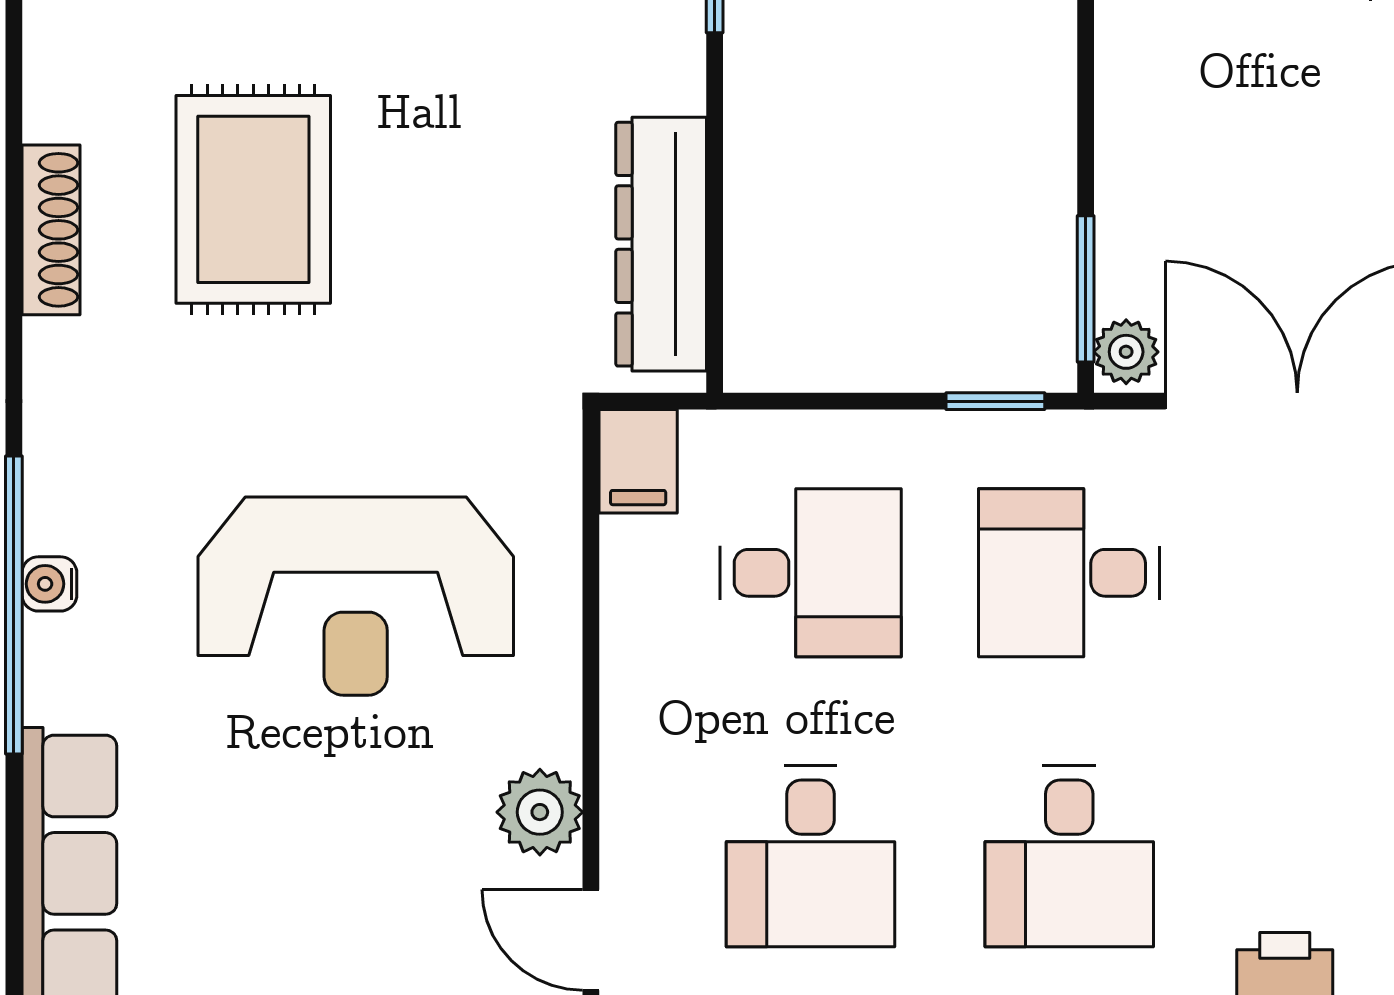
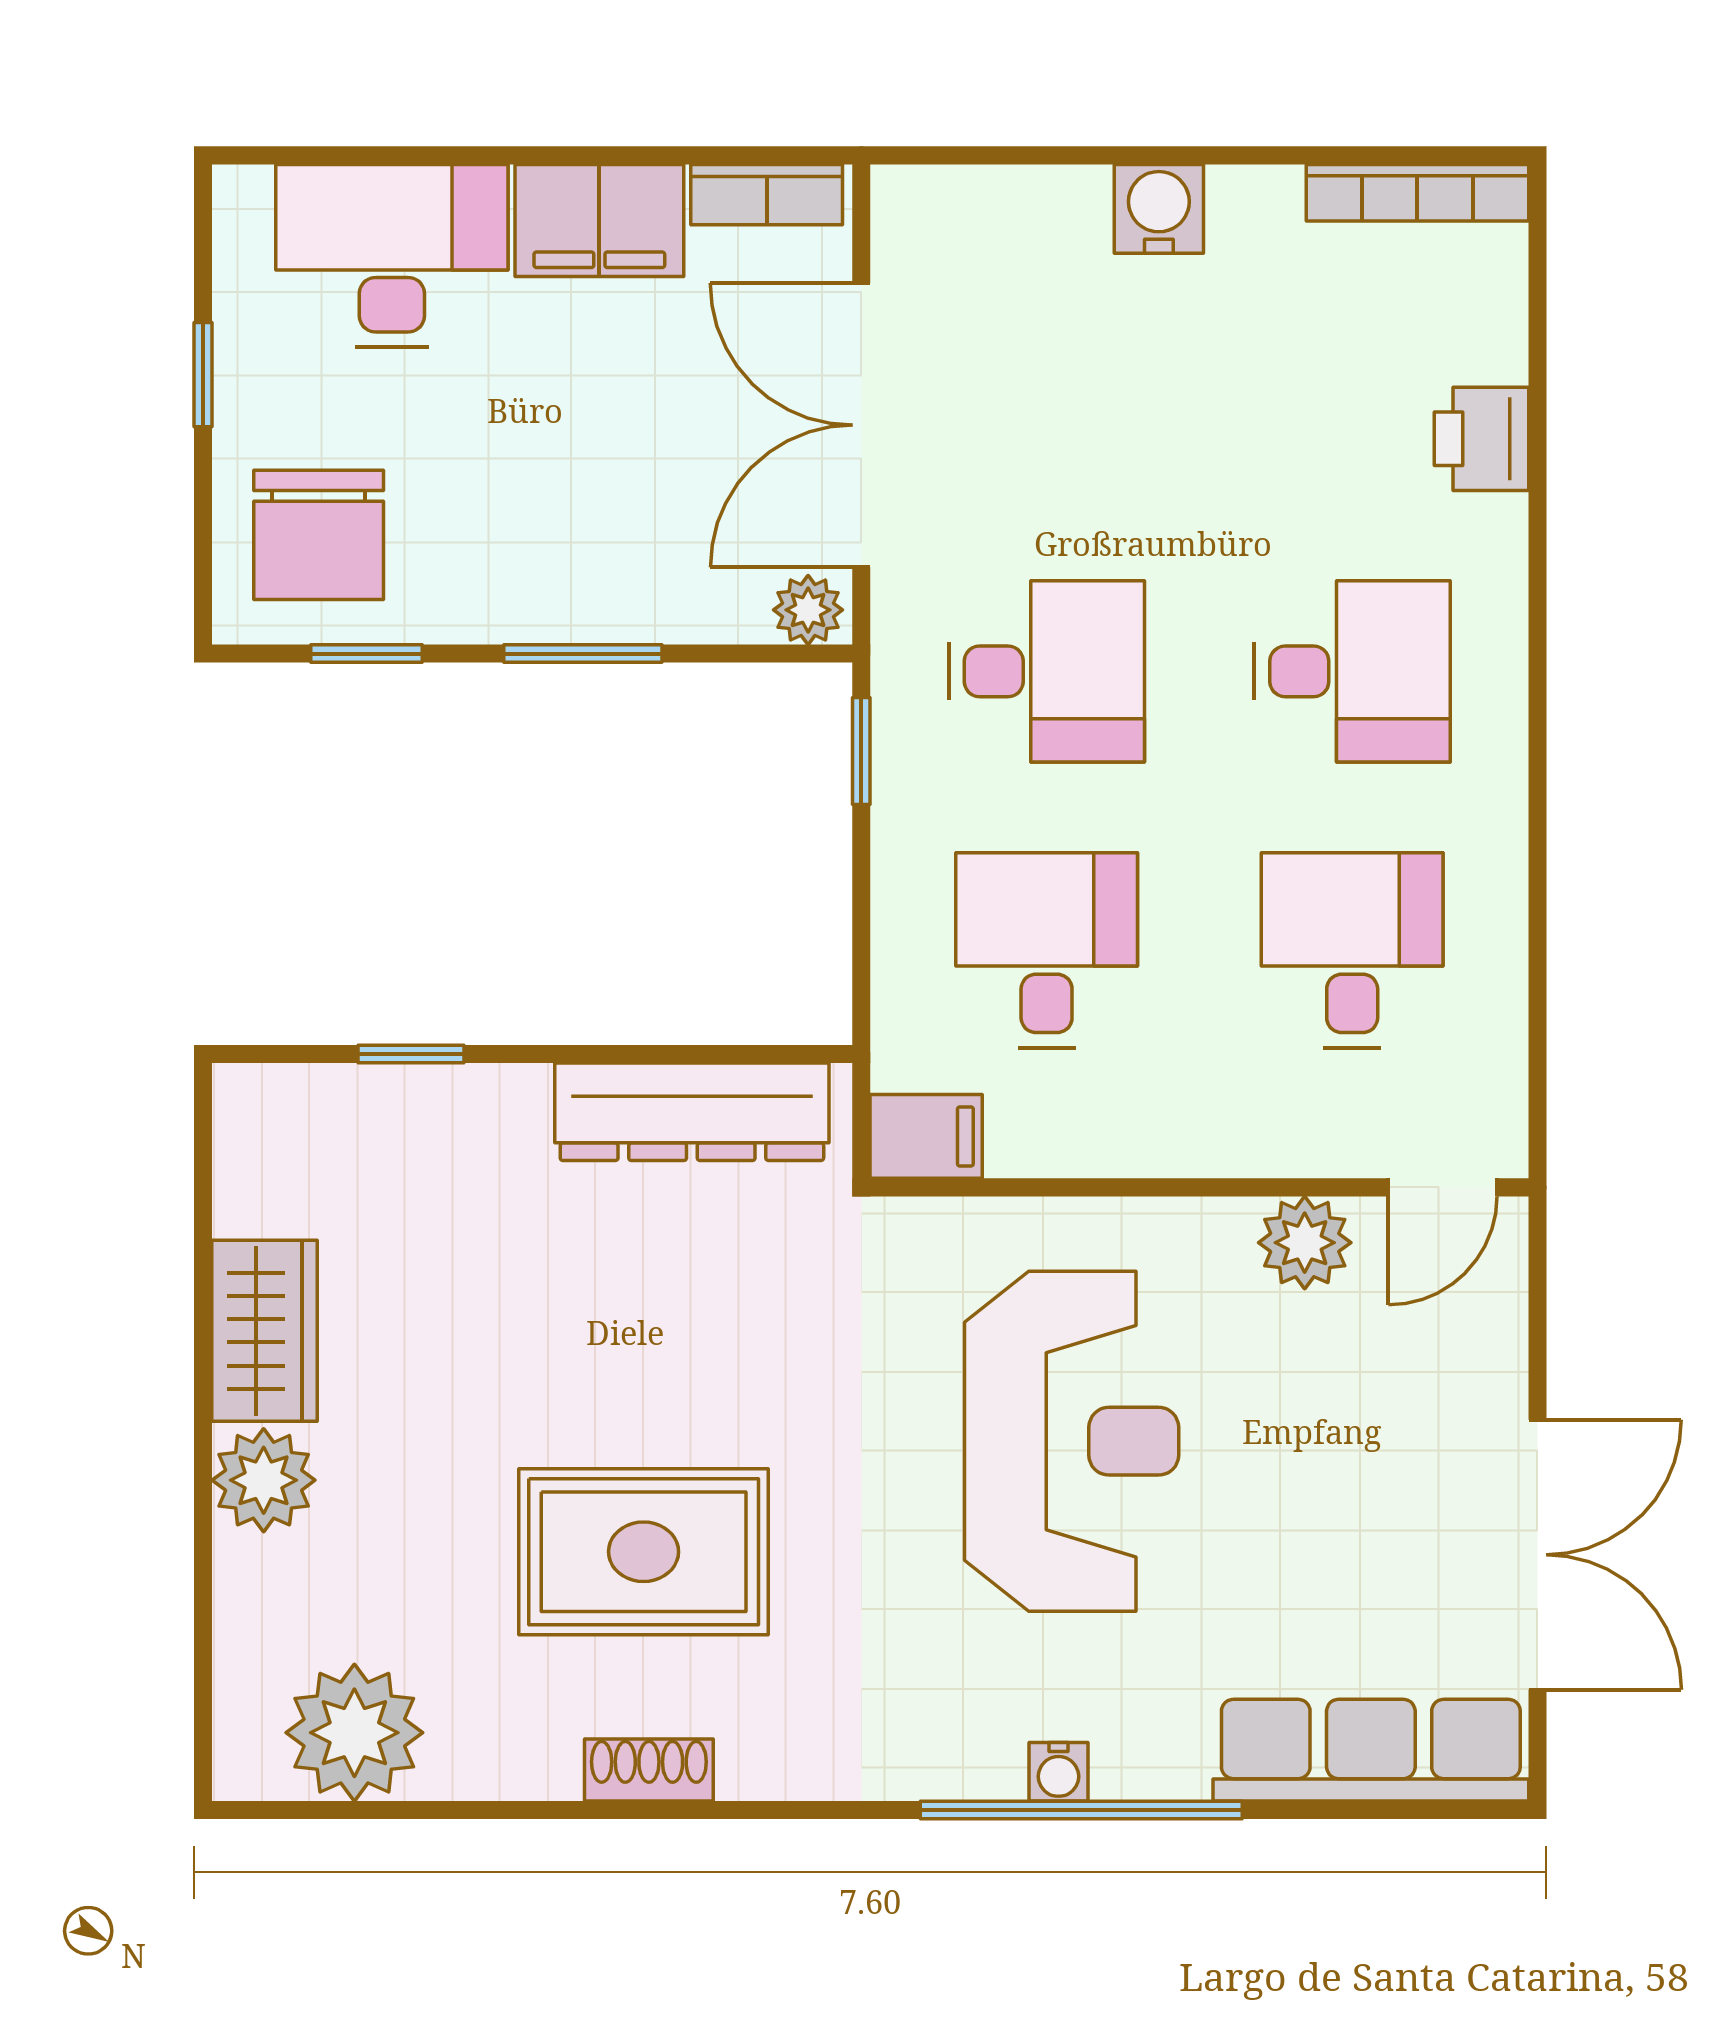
shoe rack: (51, 230) -> (649, 1770), width x0.70
window: (1086, 289) -> (583, 654), moved
desk: (1069, 573) -> (1047, 671), turned -90
desk: (810, 856) -> (1352, 951), turned -90

